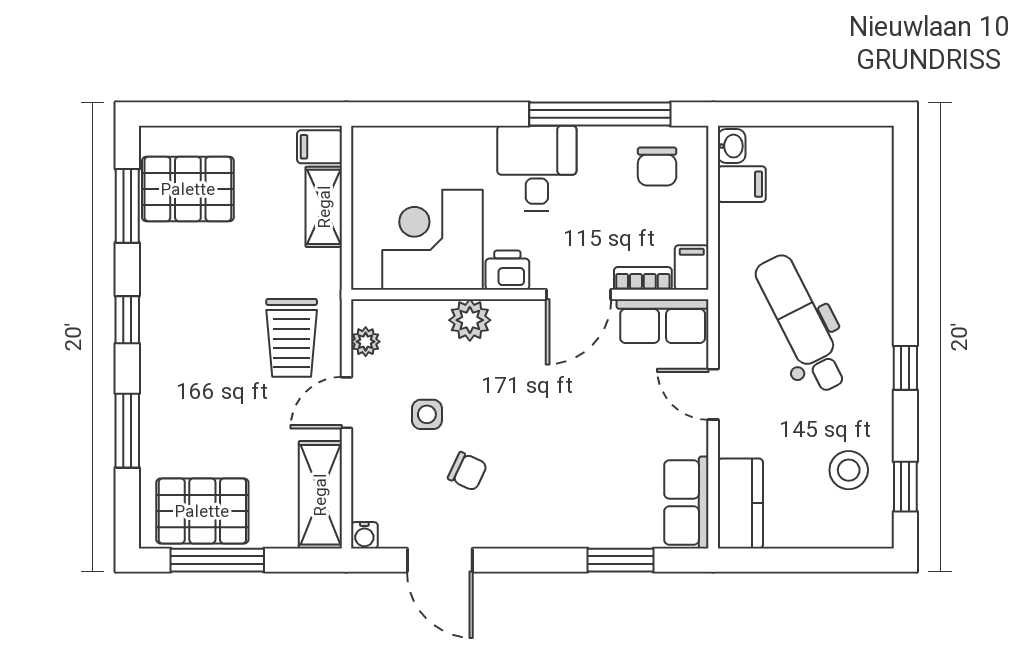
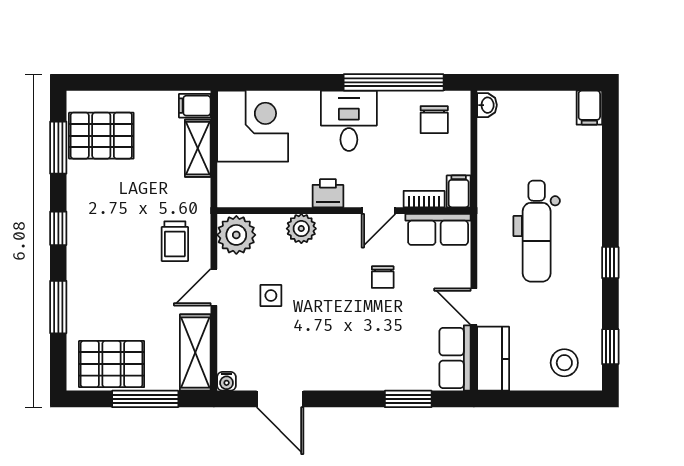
filing cabinet: (742, 184) -> (589, 108), moved, turned 90
corner desk: (432, 240) -> (253, 126), moved, turned 90
door: (579, 295) -> (378, 211), width x0.73
dental chair: (801, 324) -> (537, 231), turned -153
trolley: (292, 338) -> (175, 241), width x0.73, depth x0.72
plant: (366, 342) -> (236, 235), width x1.88, depth x1.88
door: (713, 394) -> (474, 307), moved
stool: (849, 470) -> (564, 363), moved
chair: (467, 471) -> (383, 277), moved, turned 65
window: (217, 560) -> (145, 399), moved

